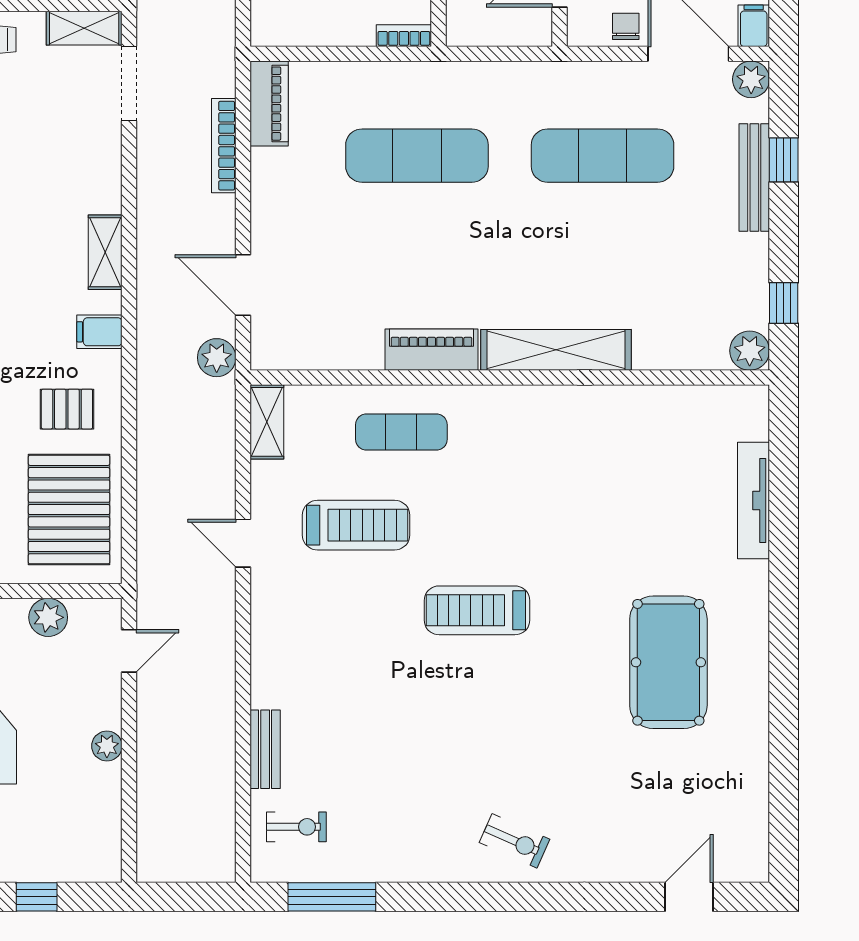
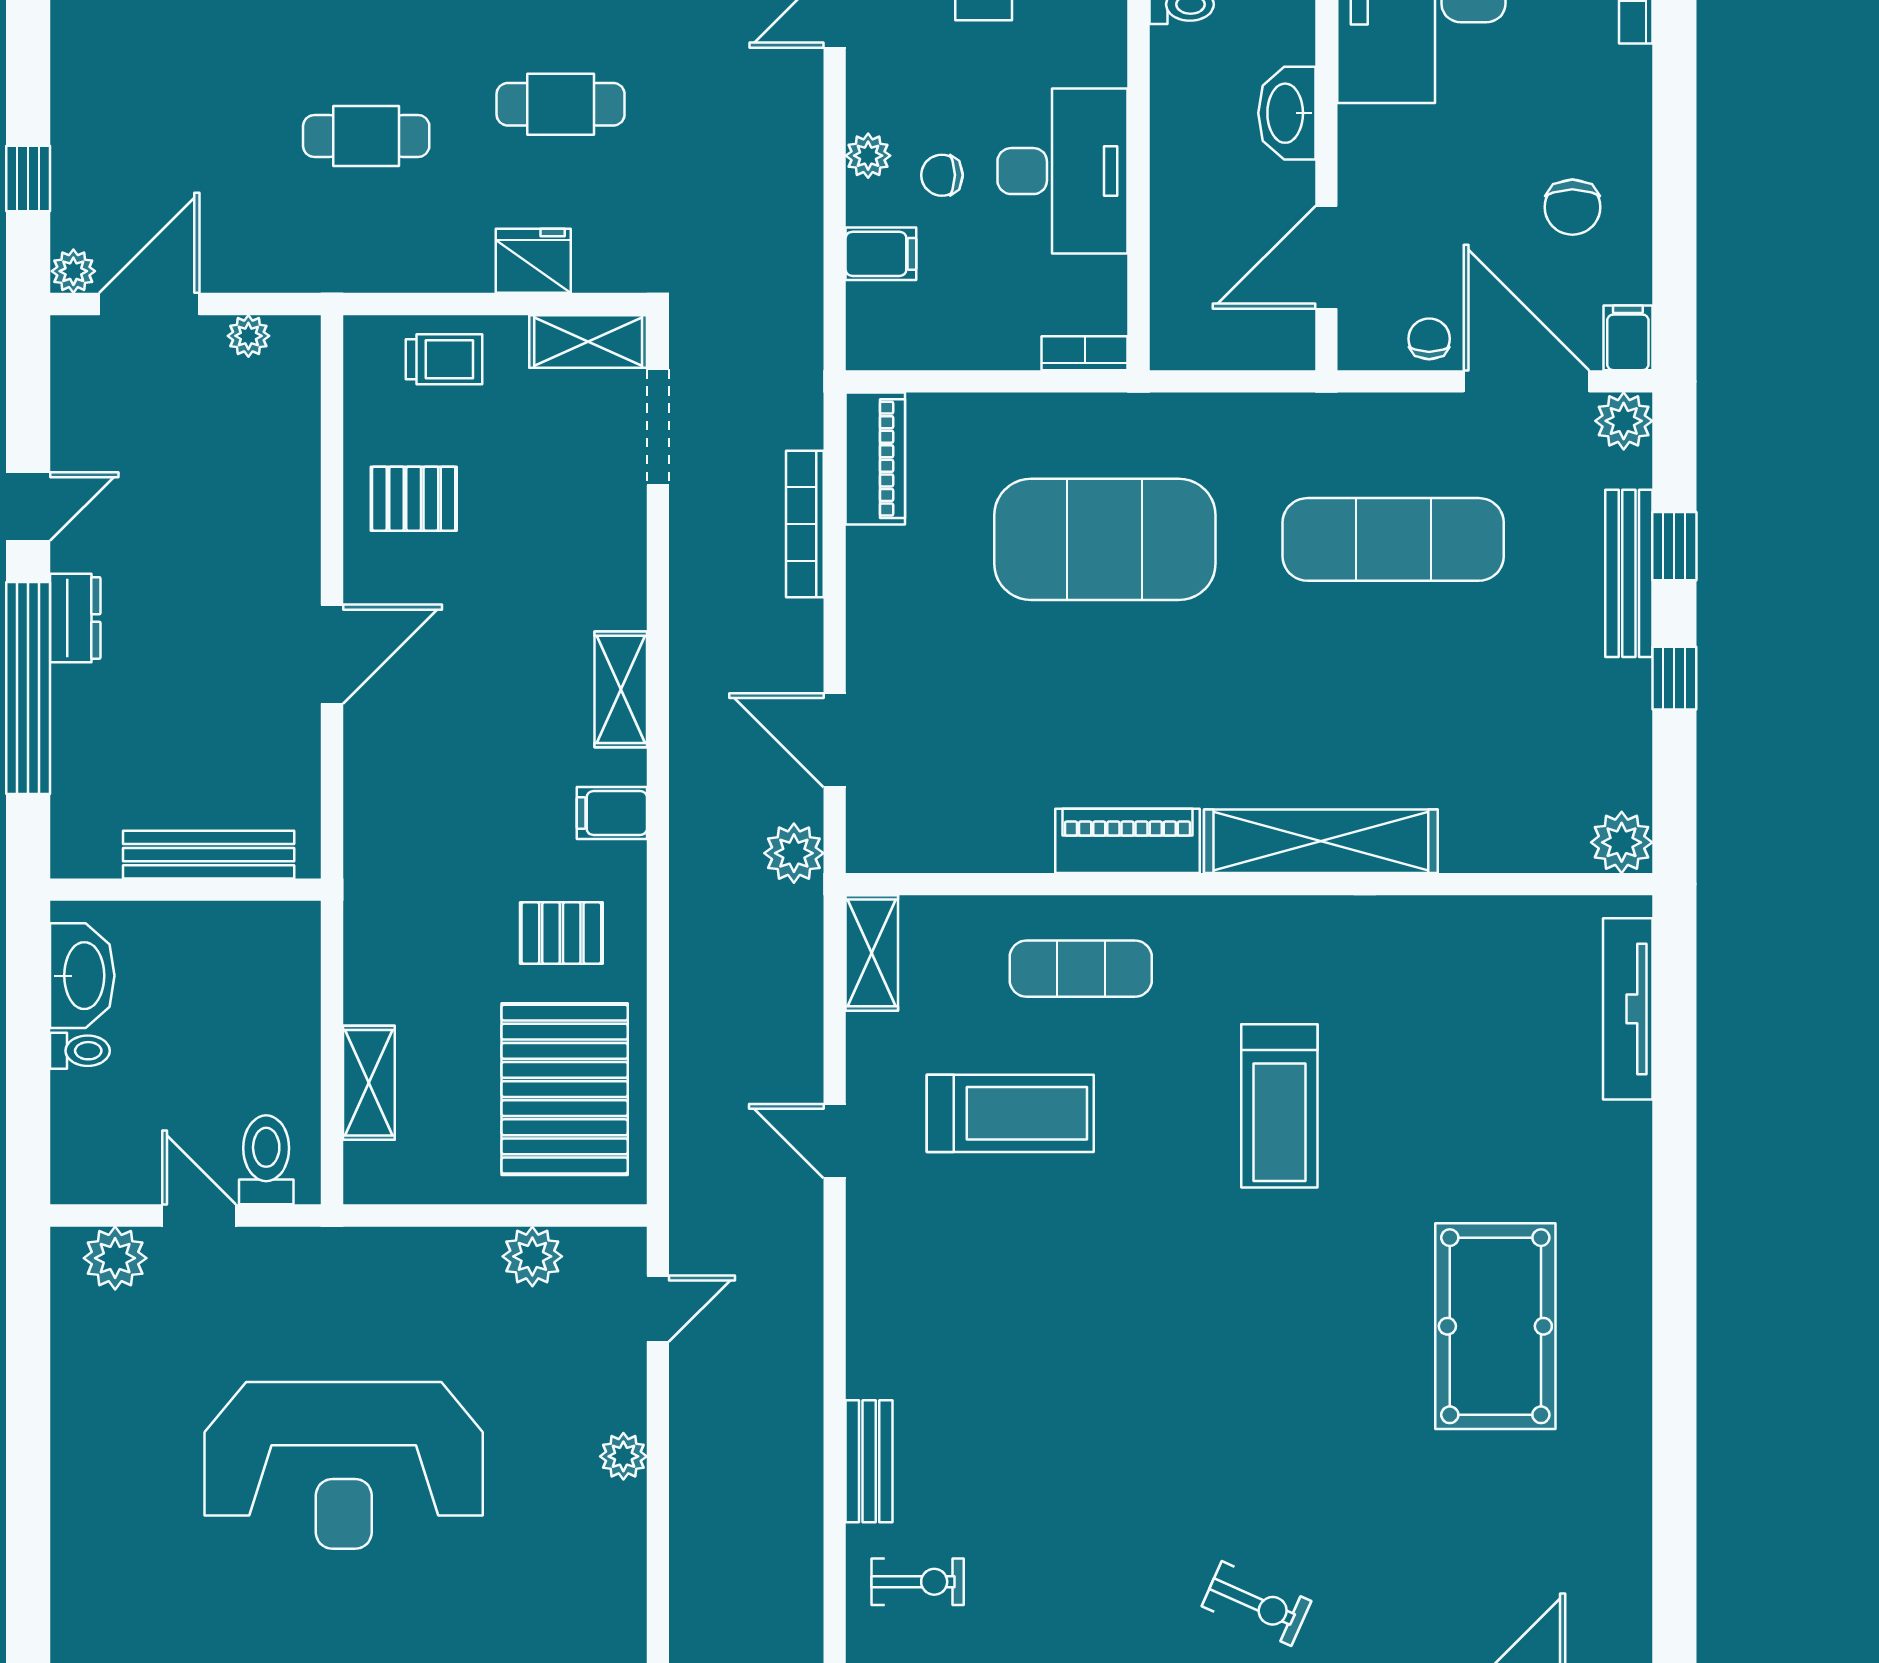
exercise mat: (417, 156) -> (1105, 539), width x1.47
window: (784, 303) -> (1674, 678), moved
tv unit: (754, 501) -> (1628, 1009), moved
treadmill: (477, 610) -> (1279, 1106), moved, turned -90

